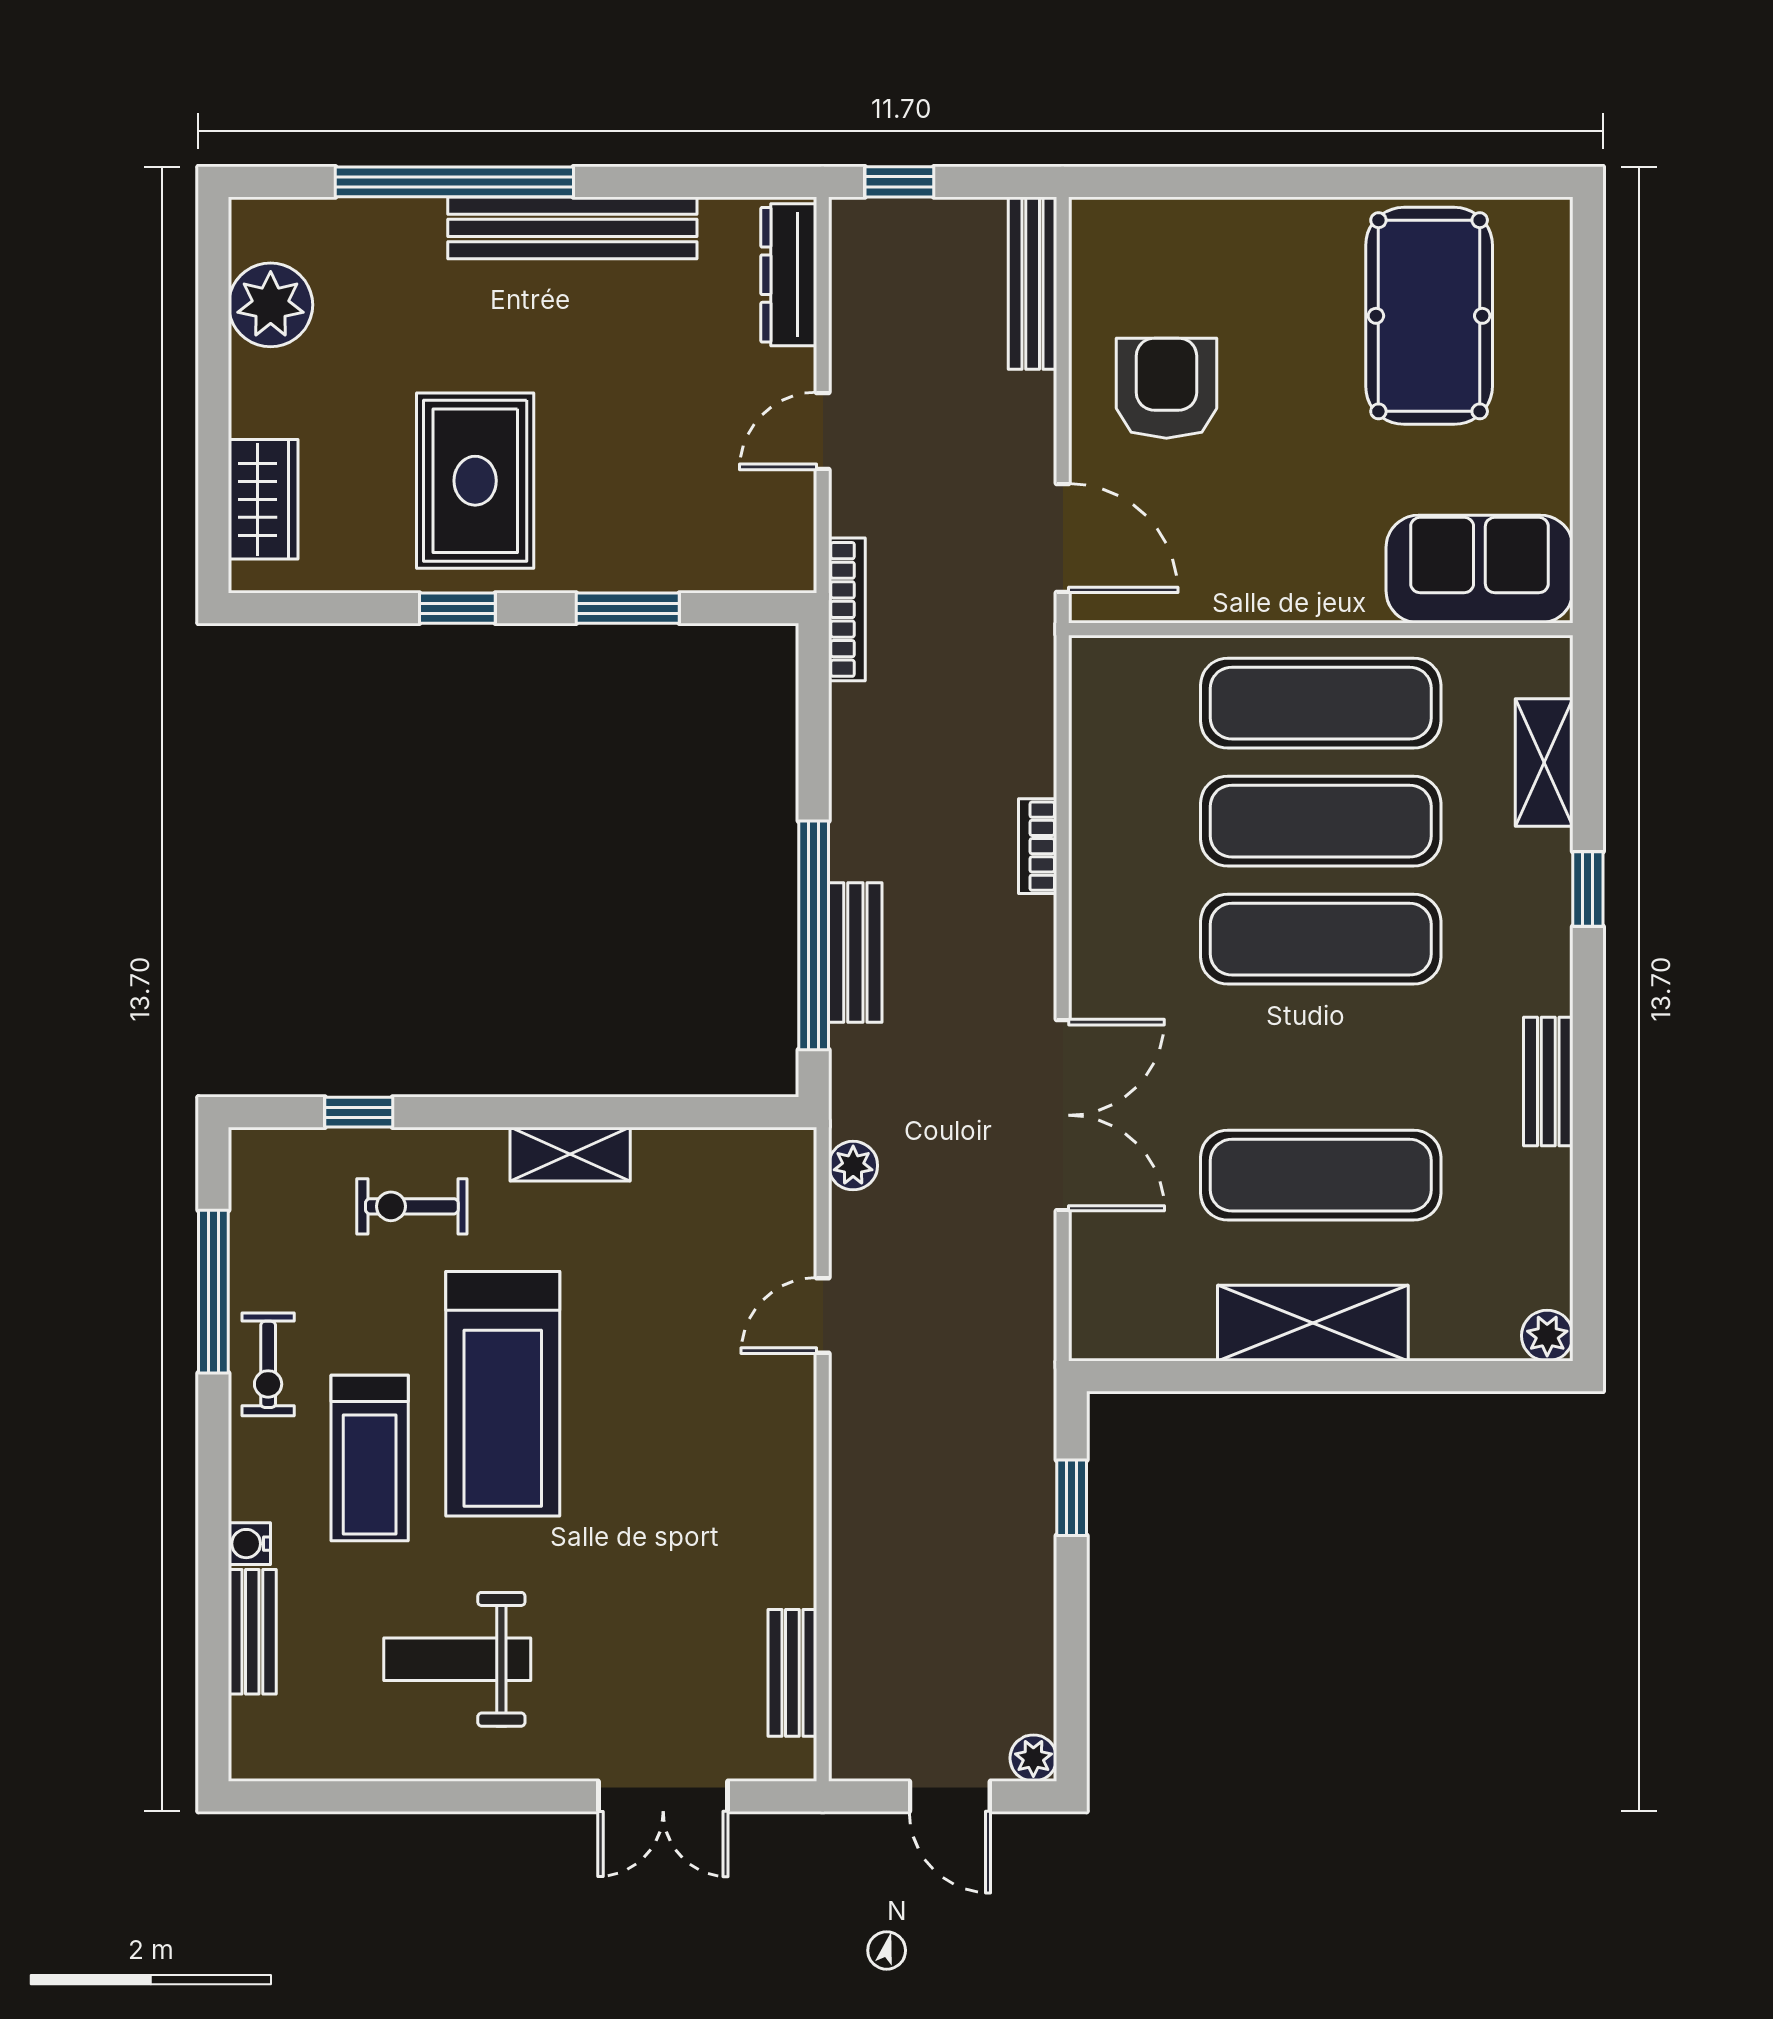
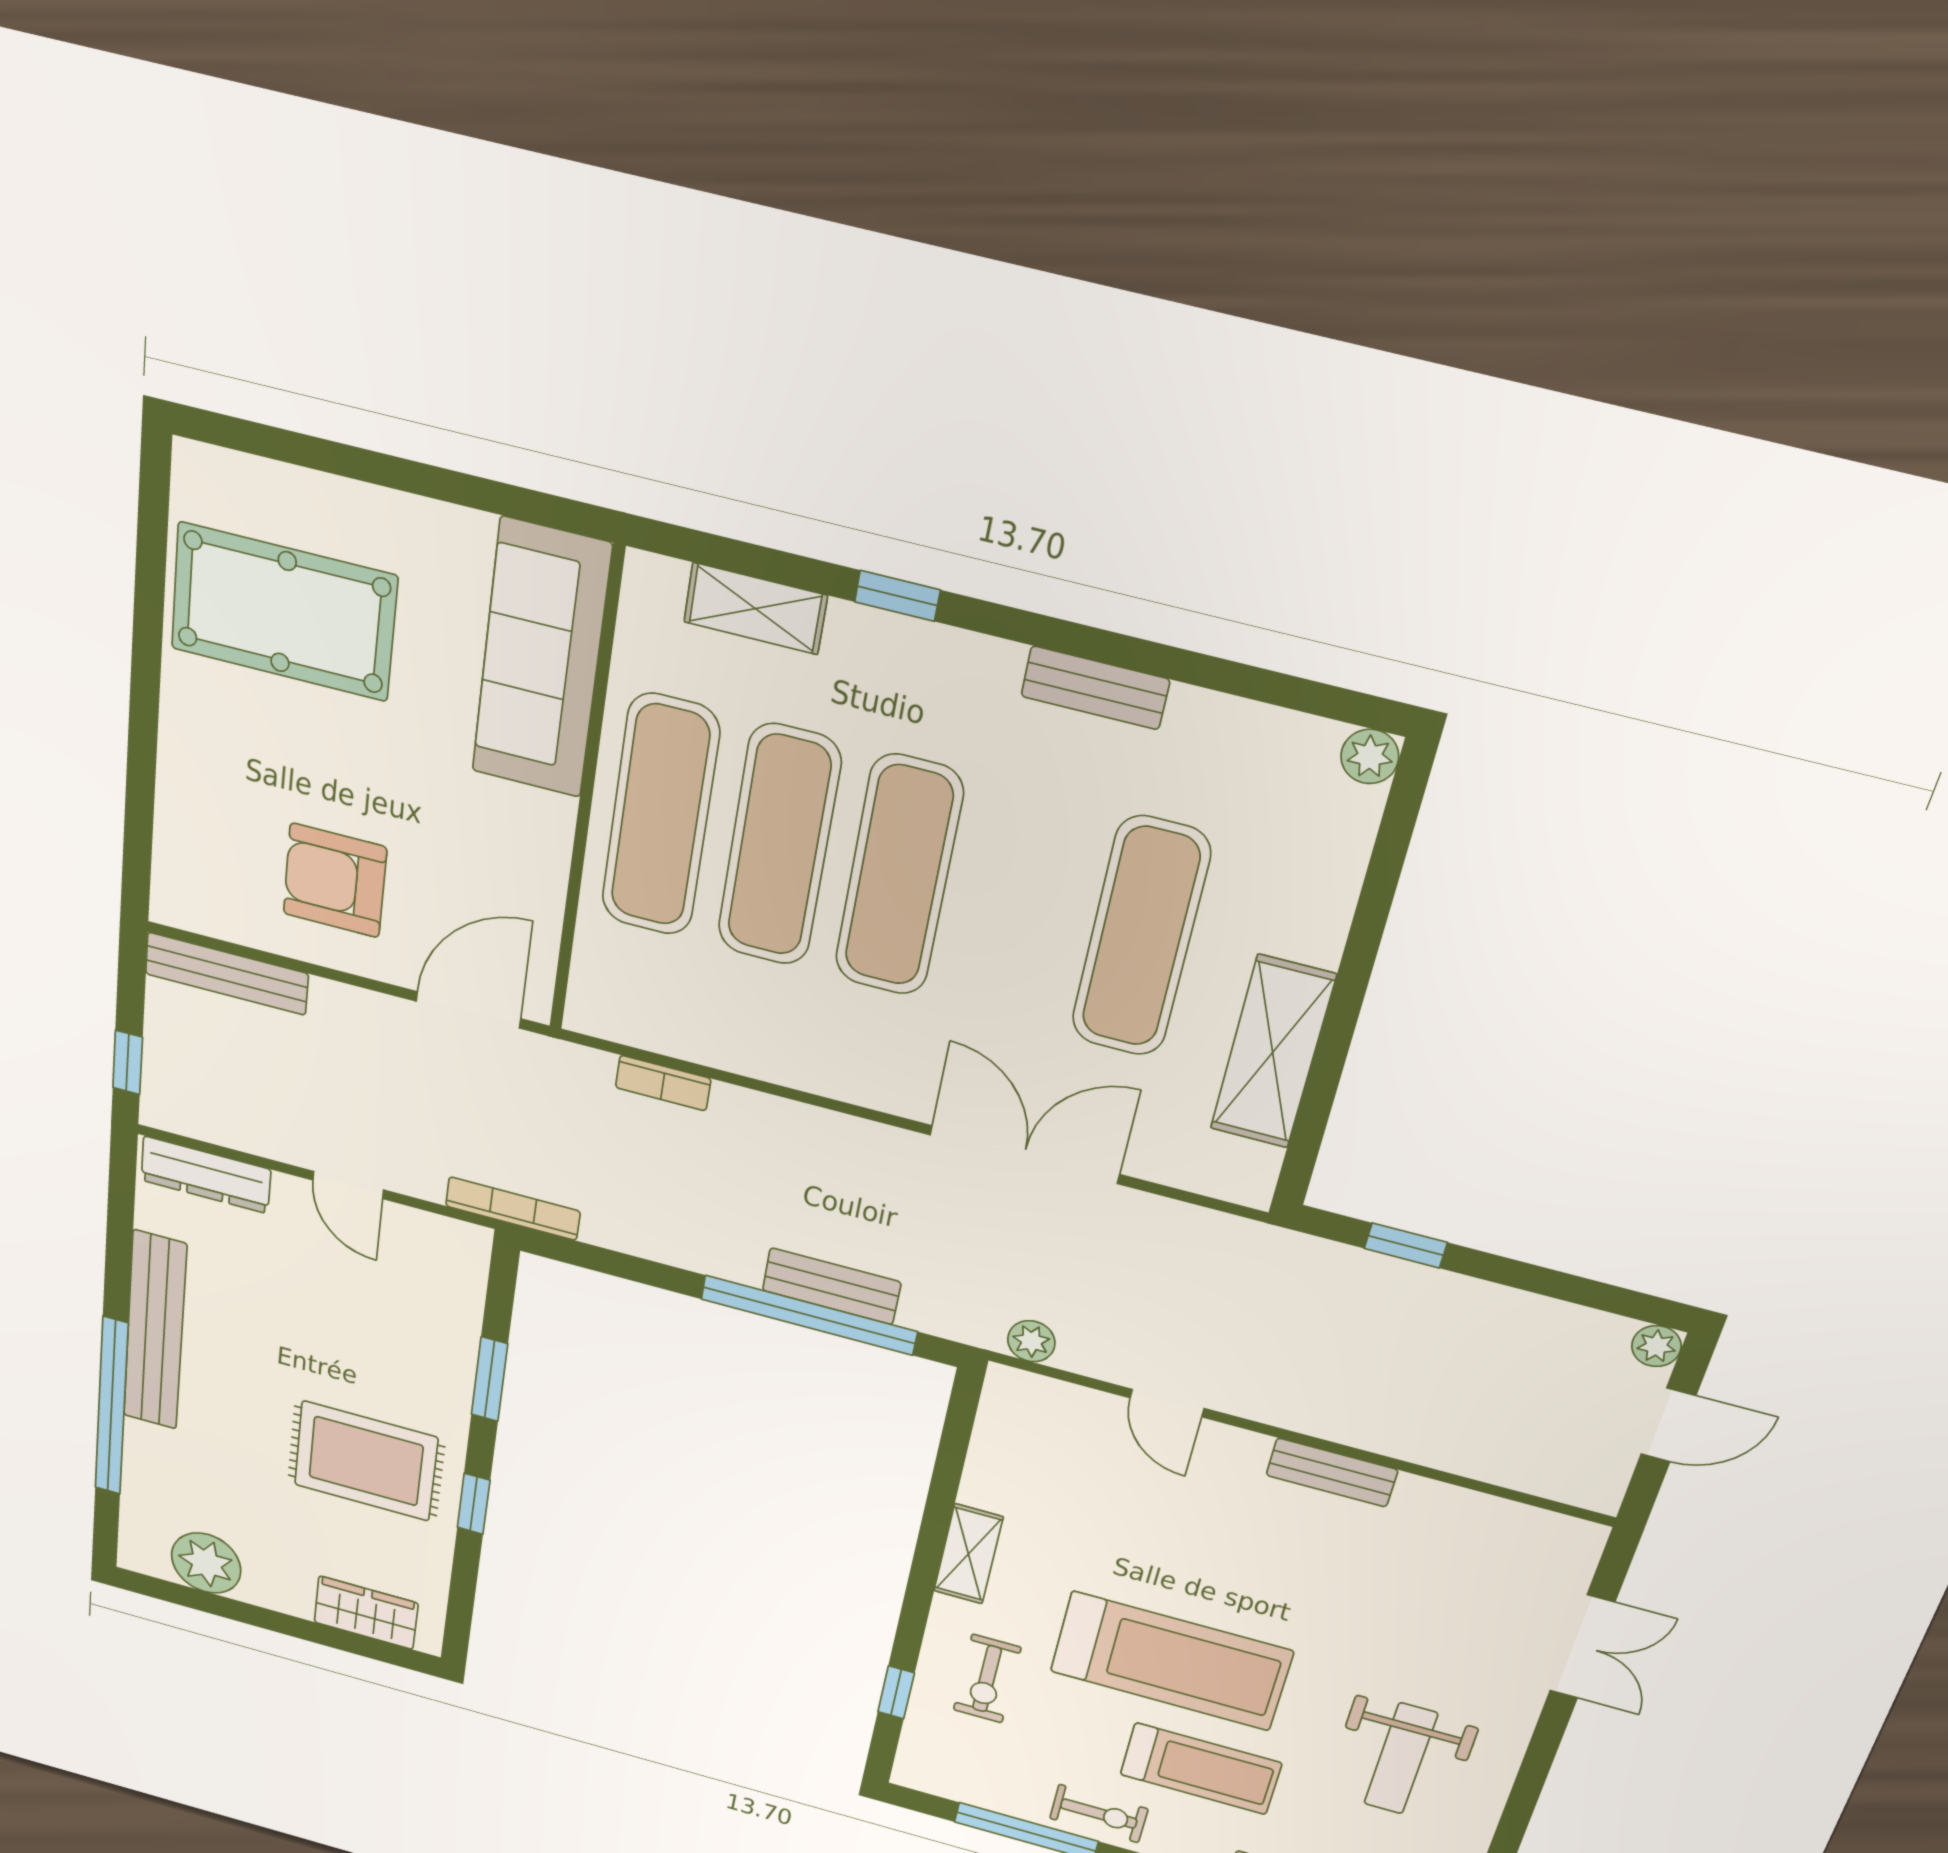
sofa: (1479, 569) -> (541, 659), width x1.36
bookcase: (1038, 846) -> (663, 1083), moved
shelving: (1313, 1323) -> (1273, 1052), moved
bench: (792, 1673) -> (1332, 1473), moved

